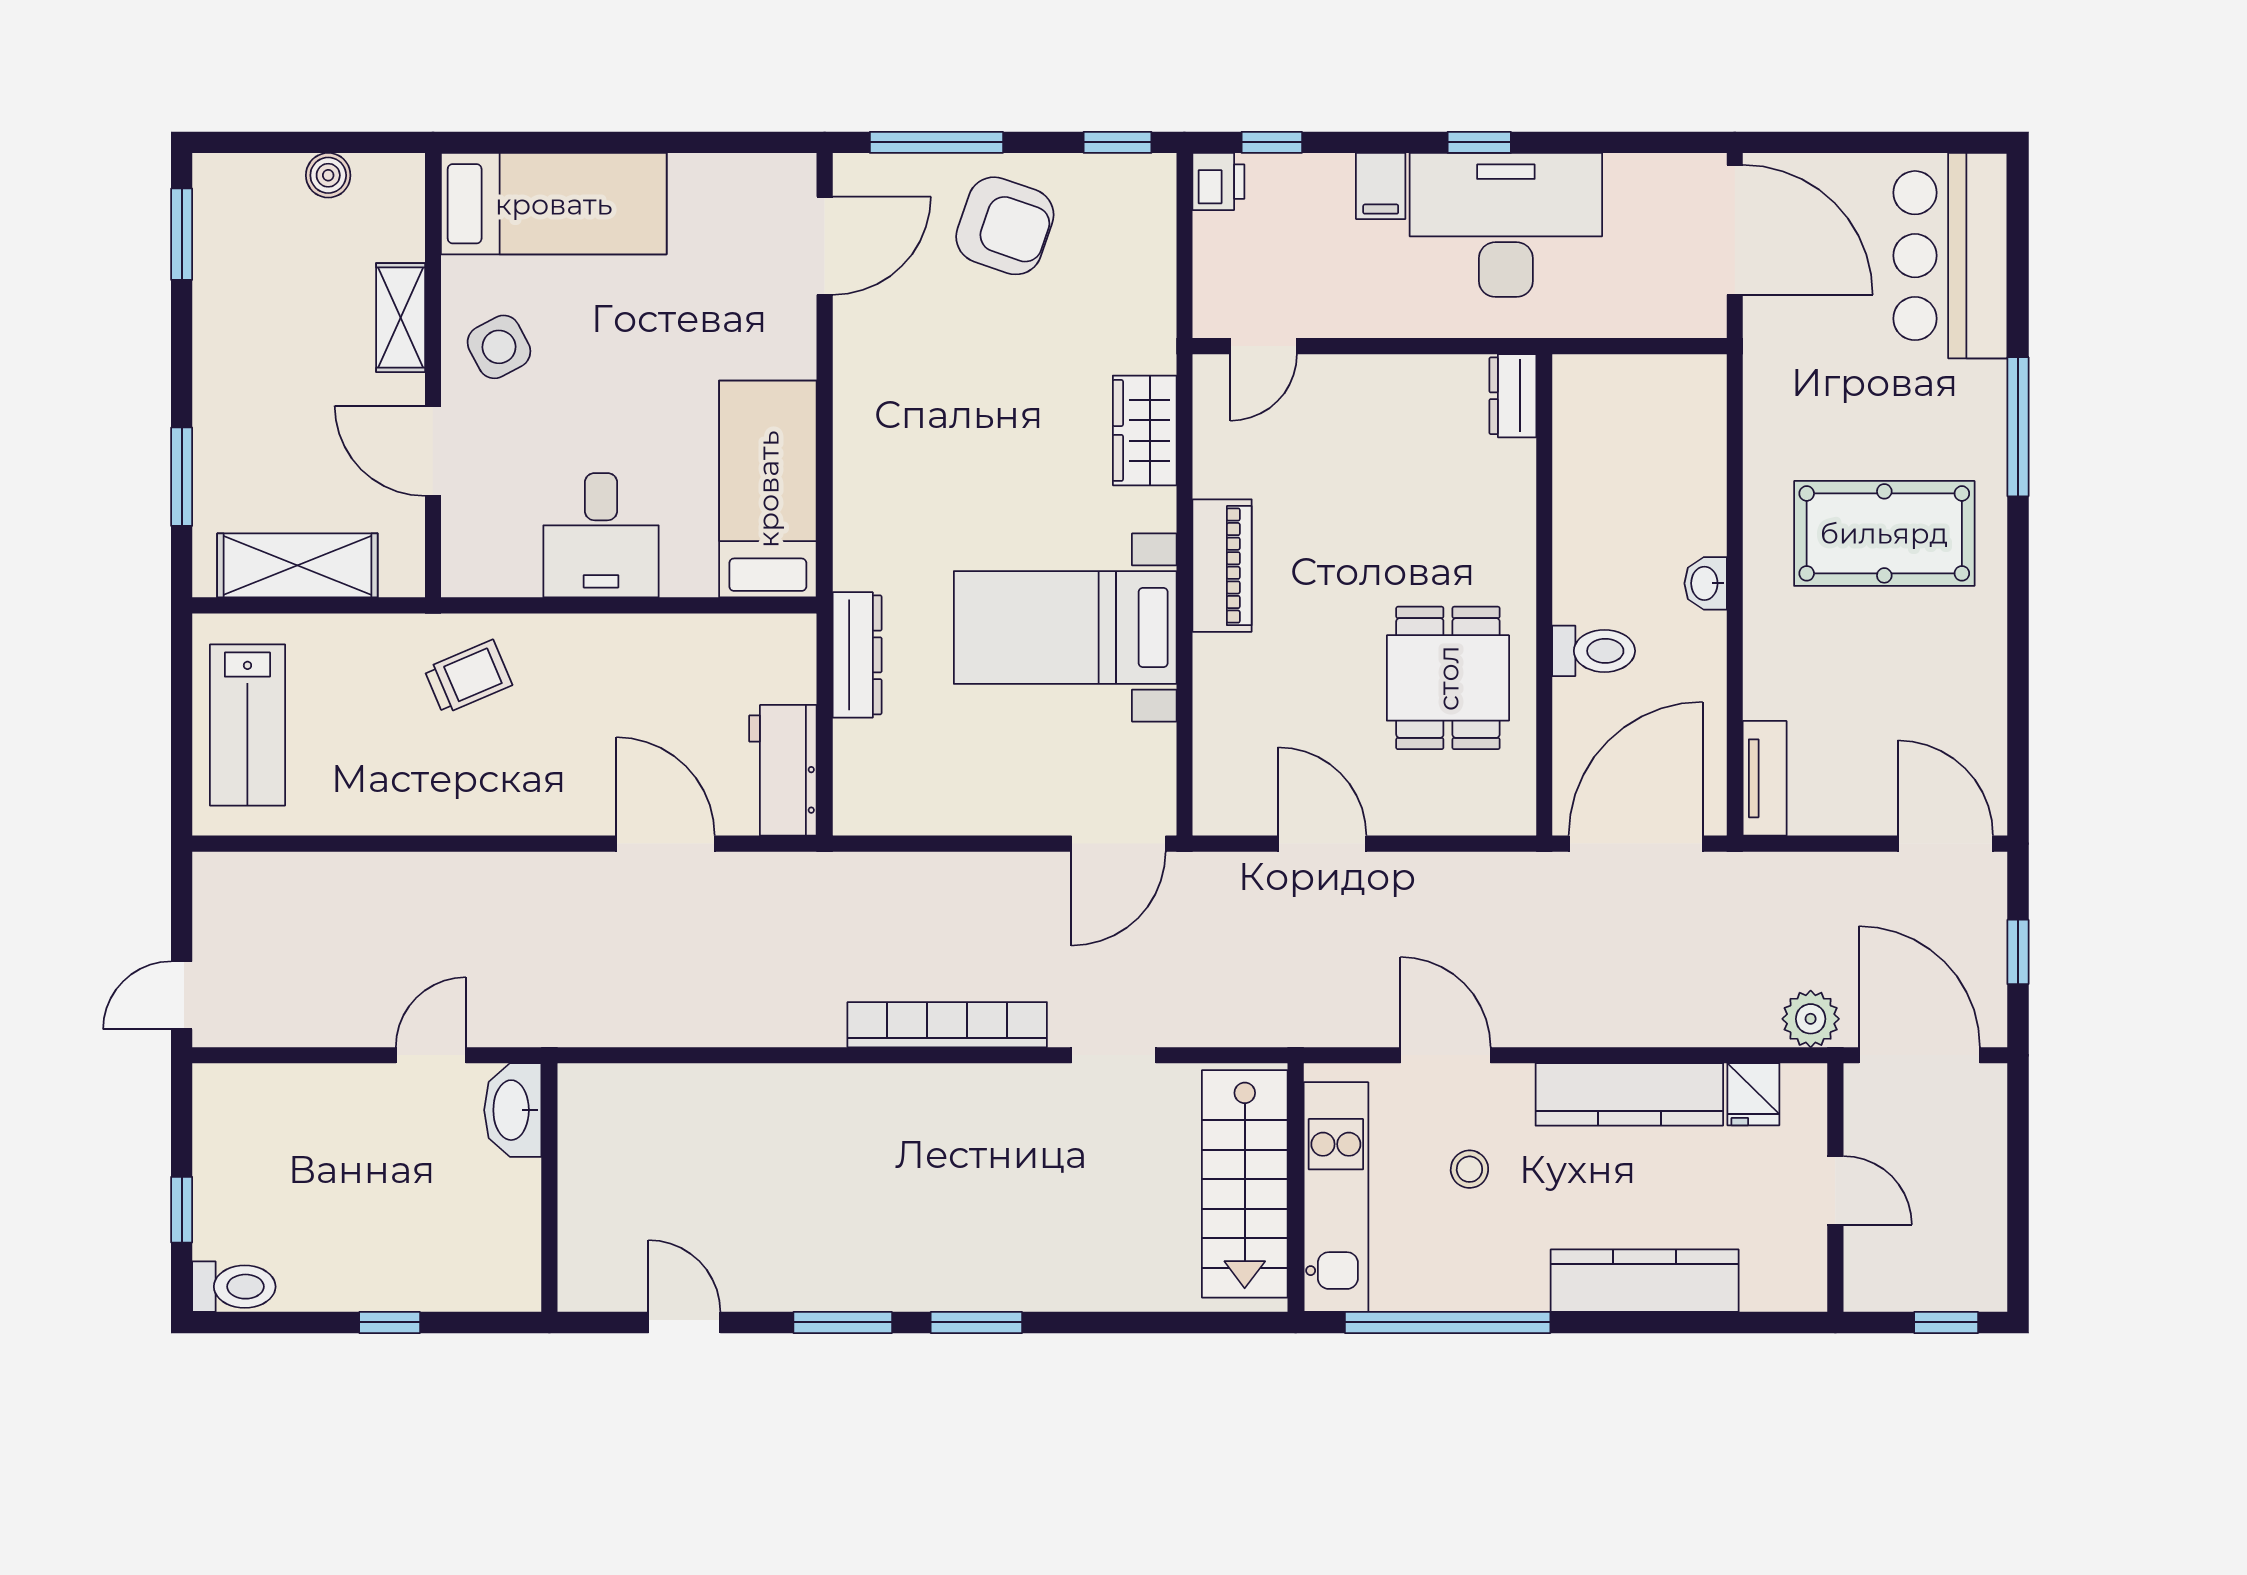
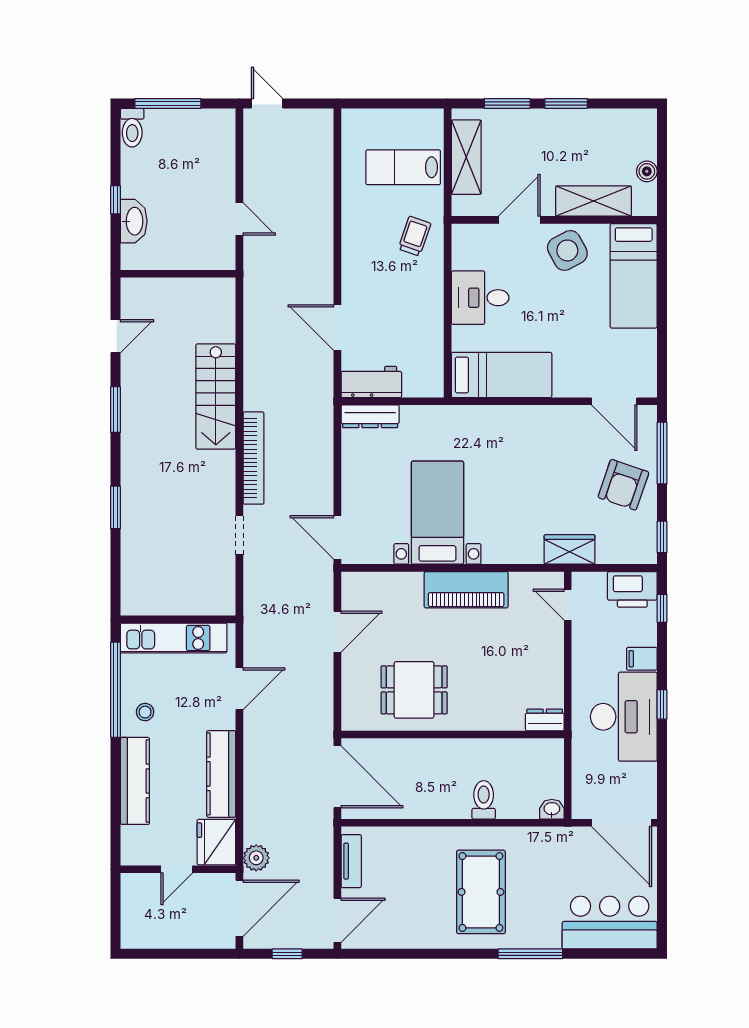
printer: (1218, 182) -> (632, 589), width x1.87, depth x1.48
door: (1735, 230) -> (622, 823), hinge flipped
window: (182, 234) -> (566, 104), moved
shelving: (401, 318) -> (594, 201), width x1.50, depth x1.33
side table: (499, 347) -> (567, 250), width x1.37, depth x1.37
wardrobe: (1145, 430) -> (570, 549), moved
piano: (1222, 566) -> (466, 590), width x1.37, depth x1.33
washbasin: (1706, 583) -> (552, 809), moved
toilet: (1594, 651) -> (484, 800), moved, turned 180
dresser: (857, 655) -> (370, 416), moved
trolley: (468, 677) -> (415, 236), turned -138
lab bench: (247, 725) -> (403, 167), moved
tv unit: (1765, 778) -> (351, 861), moved, turned -90
door: (665, 844) -> (337, 328), swing flipped
fridge: (1753, 1094) -> (216, 842), width x1.88, depth x1.34
washbasin: (513, 1110) -> (134, 221), moved, turned 90
stool: (1469, 1169) -> (145, 712), moved
stairs: (1245, 1184) -> (216, 396), moved, turned -90
window: (182, 1210) -> (168, 104), width x2.17
window: (976, 1322) -> (116, 507), moved
window: (1946, 1322) -> (116, 921), removed

